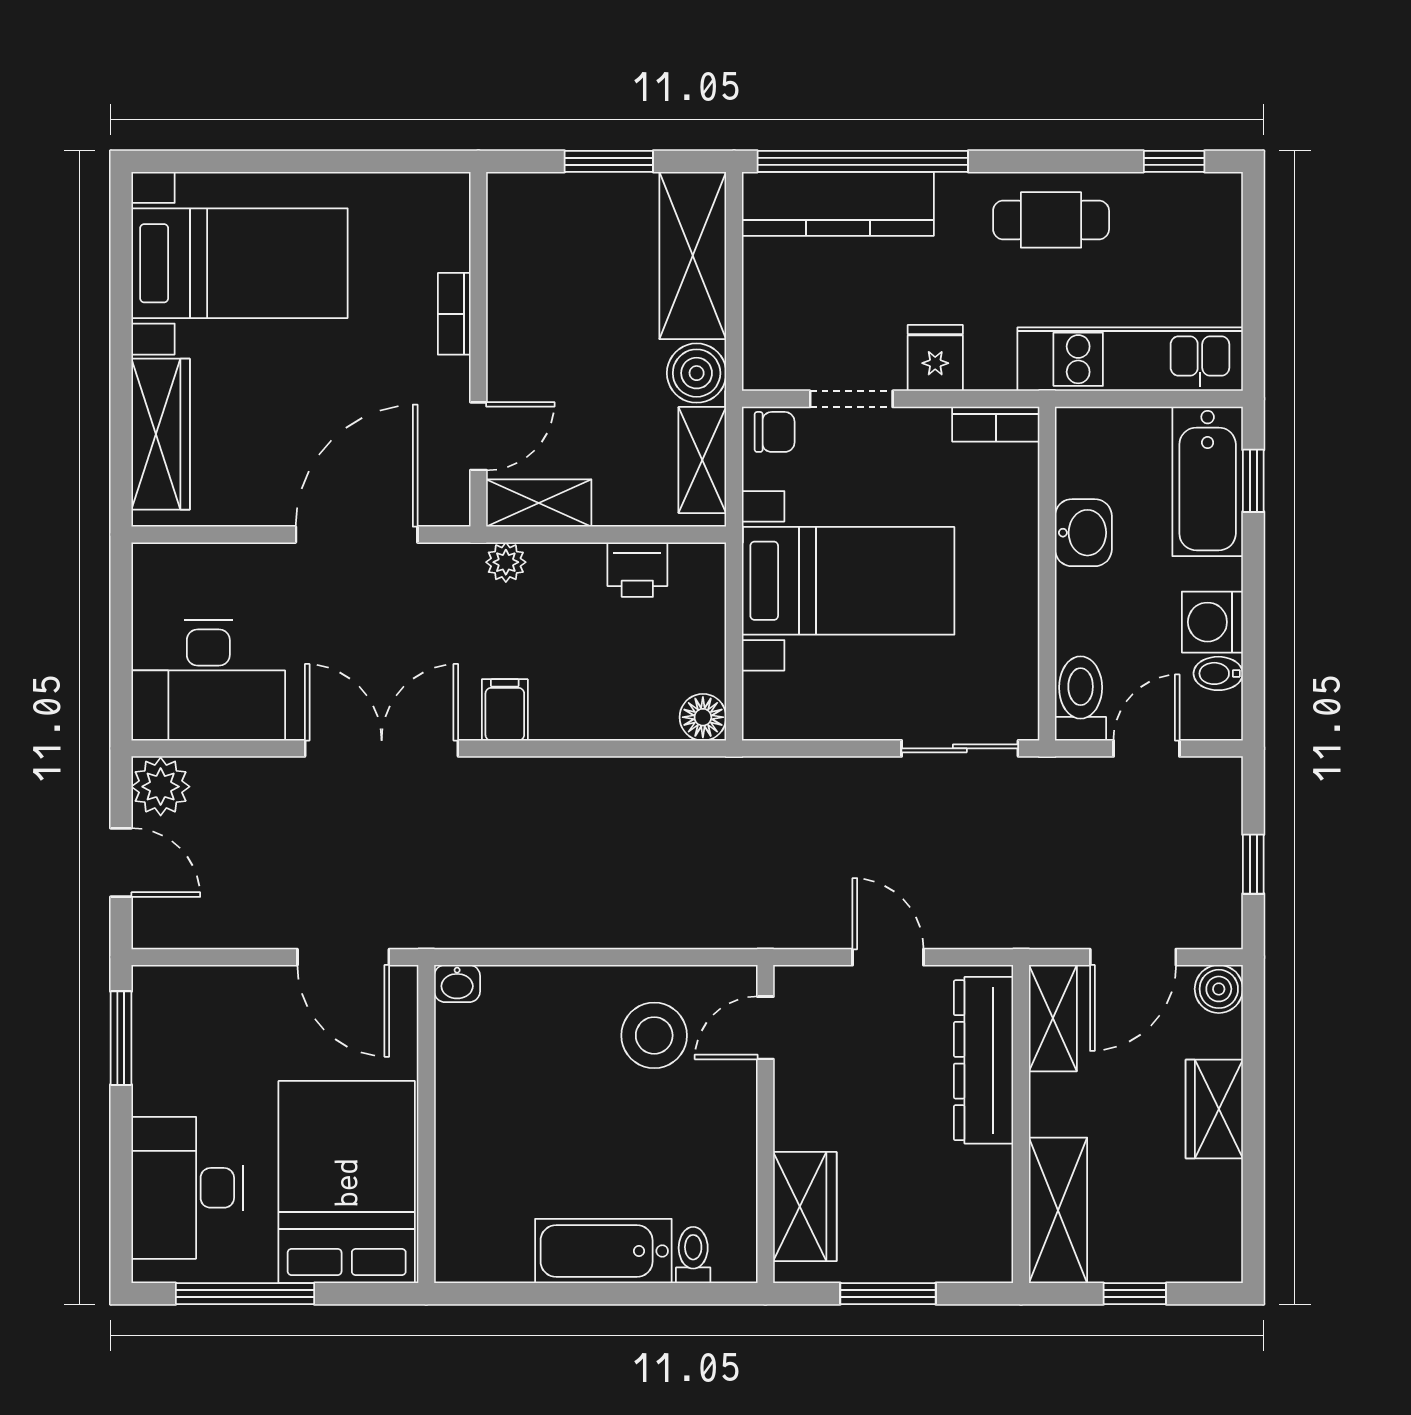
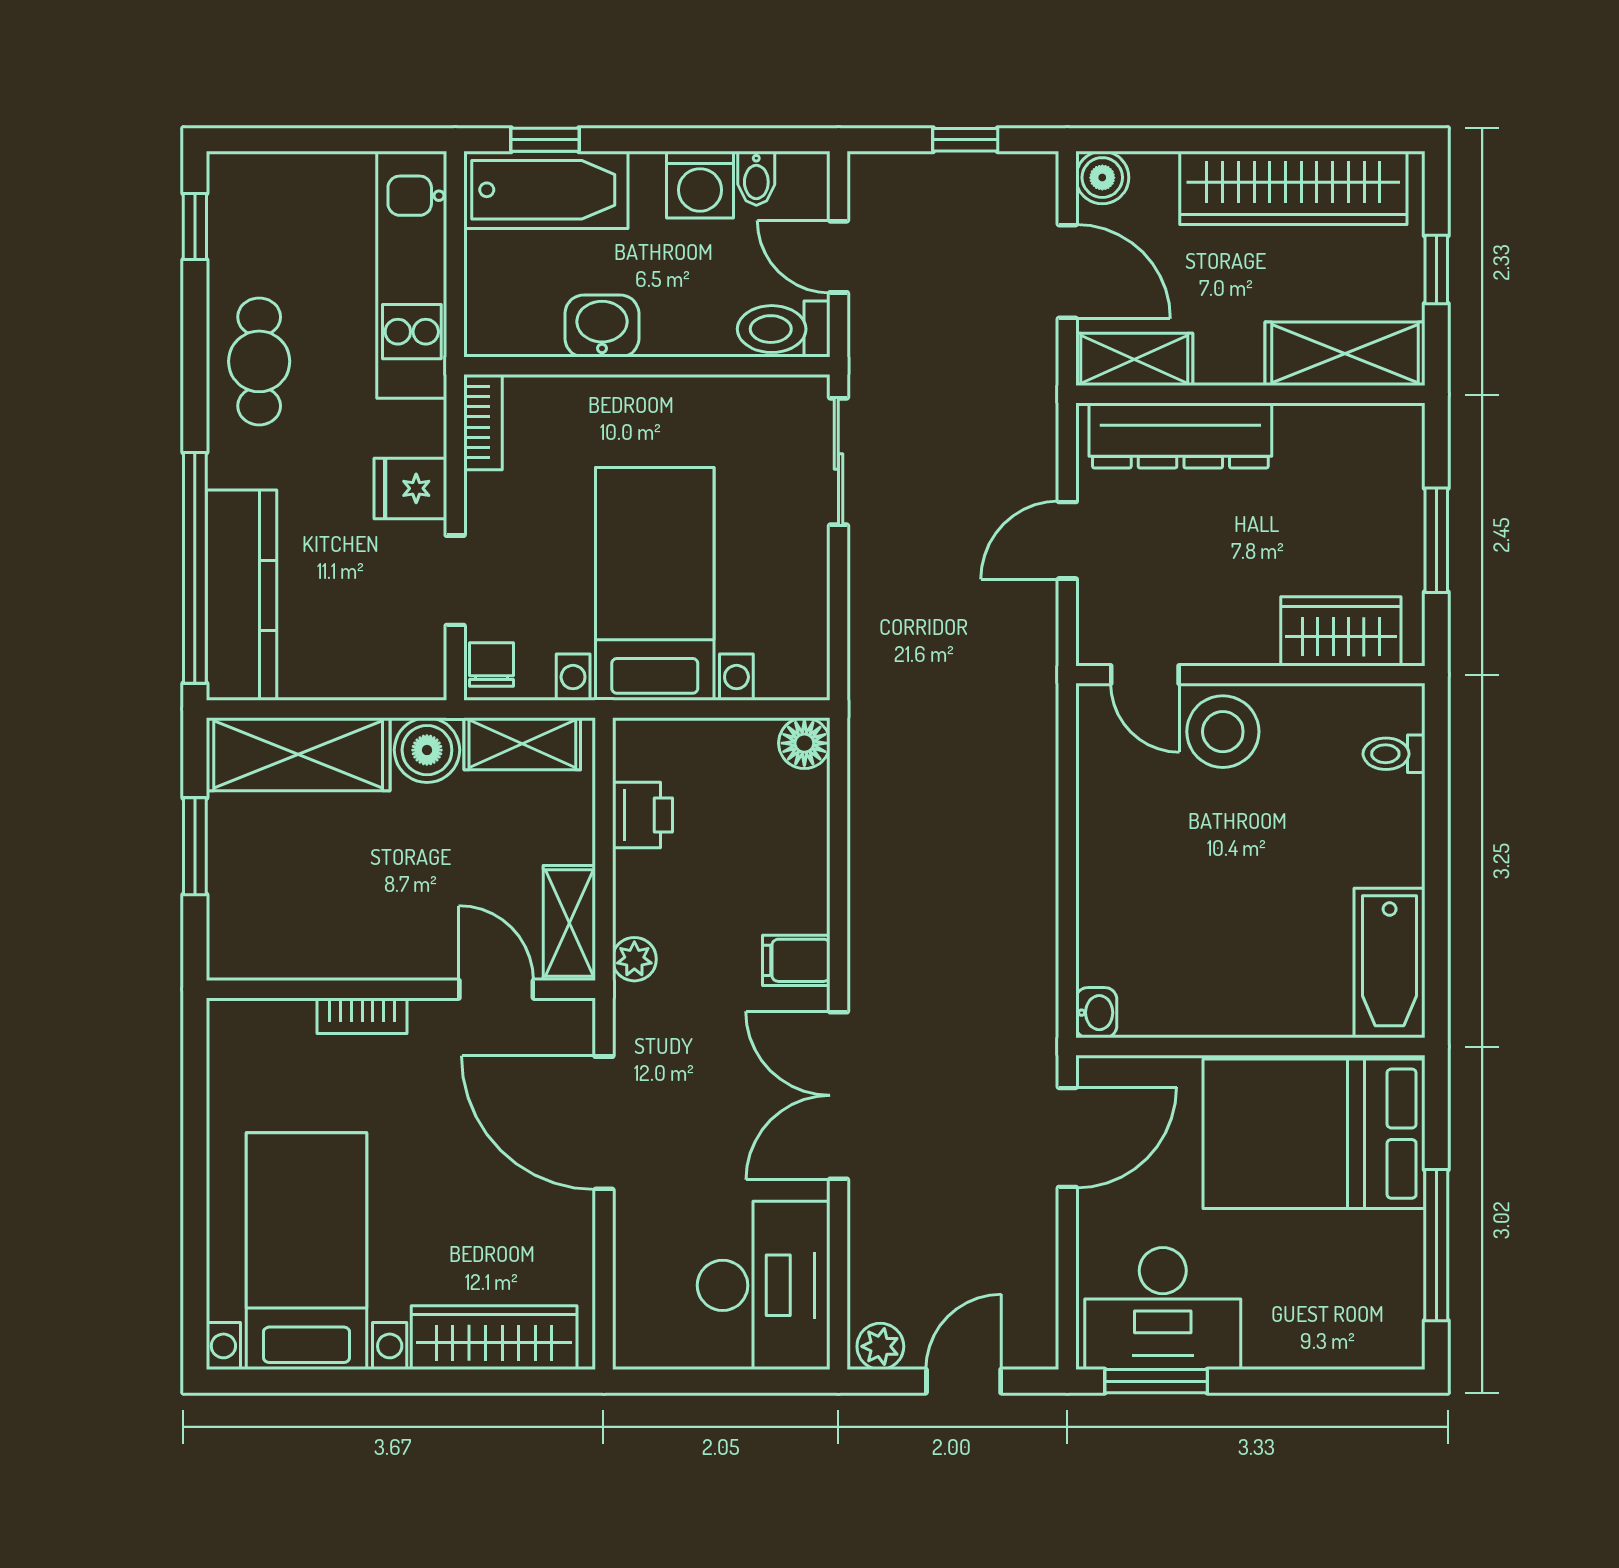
plant: (161, 787) -> (880, 1346), width x0.73, depth x0.73
stool: (654, 1035) -> (1223, 732), moved
wardrobe: (1214, 1109) -> (1293, 188), width x2.10, depth x1.17
desk: (187, 1188) -> (1163, 1309), moved
bathtub: (603, 1251) -> (1390, 963), moved

